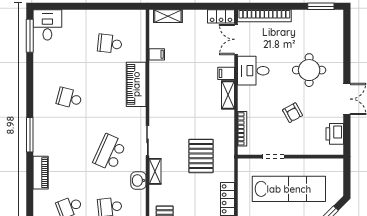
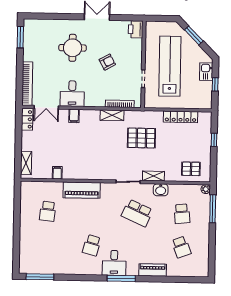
desk: (47, 25) -> (114, 263), moved, turned -90
shelving: (228, 95) -> (112, 115), moved
printer: (335, 134) -> (136, 29), moved, turned 90

